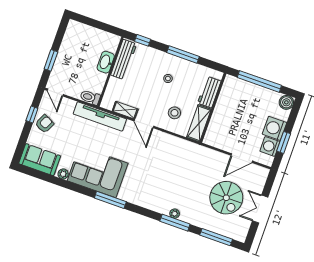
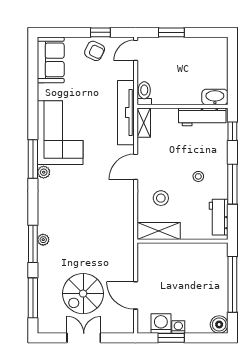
washbasin: (106, 62) -> (215, 97), moved
workbench: (209, 92) -> (219, 217), moved, turned -90
shelving: (125, 110) -> (144, 123), moved
washing machine: (274, 128) -> (178, 327), width x0.53, depth x0.53
plant: (63, 174) -> (44, 172), moved

